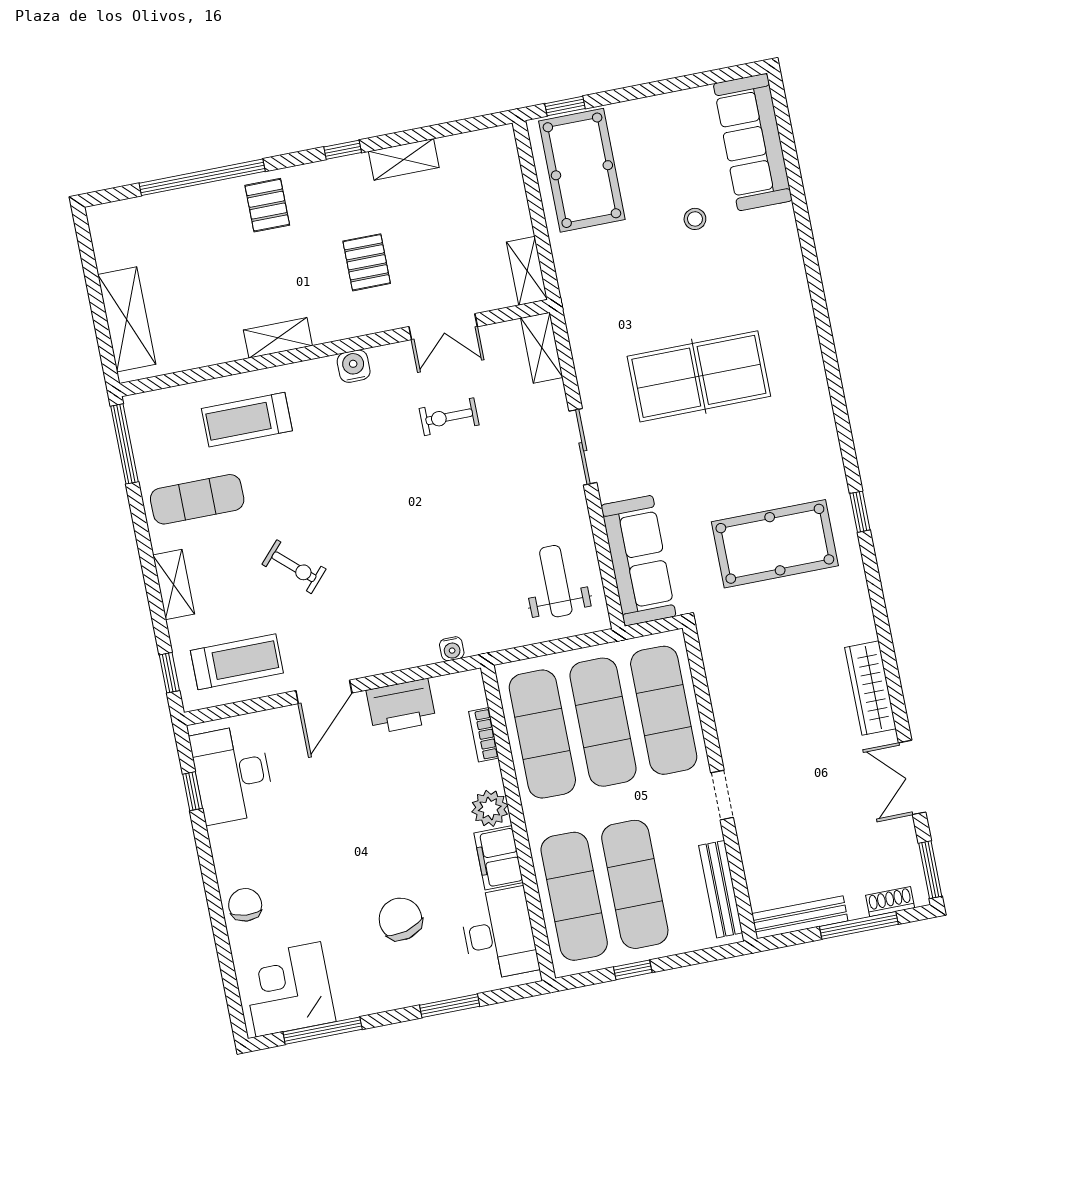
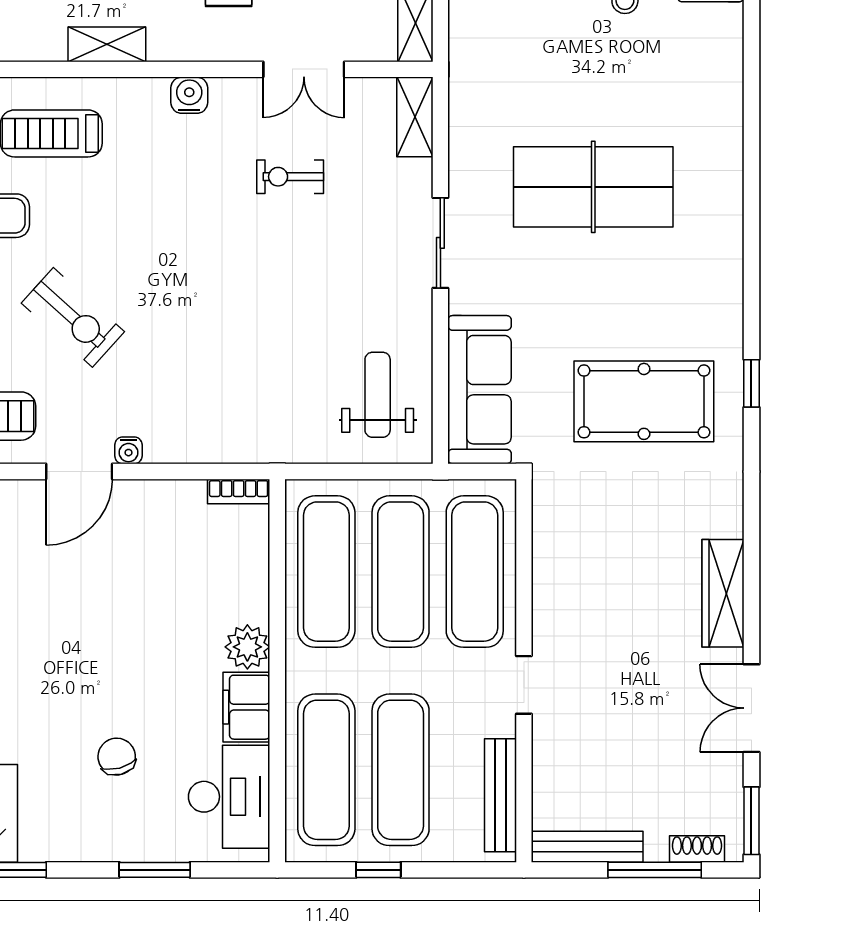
exercise bike: (294, 567) -> (73, 317), width x1.38, depth x1.39
water cooler: (452, 649) -> (128, 450), moved
printer: (401, 706) -> (167, 506), removed
bookcase: (484, 735) -> (239, 492), moved, turned -90
chair: (400, 919) -> (117, 757), width x0.73, depth x0.73

